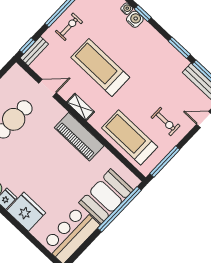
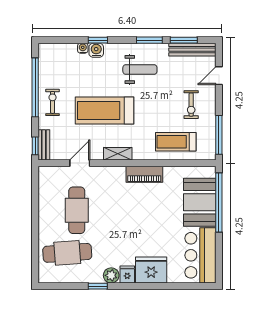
weight bench: (153, 62) -> (140, 70), added
exercise bike: (166, 121) -> (191, 105), turned 90
piano: (79, 137) -> (144, 174), width x0.73, depth x0.75
treadmill: (130, 137) -> (176, 142), width x0.73, depth x0.73

